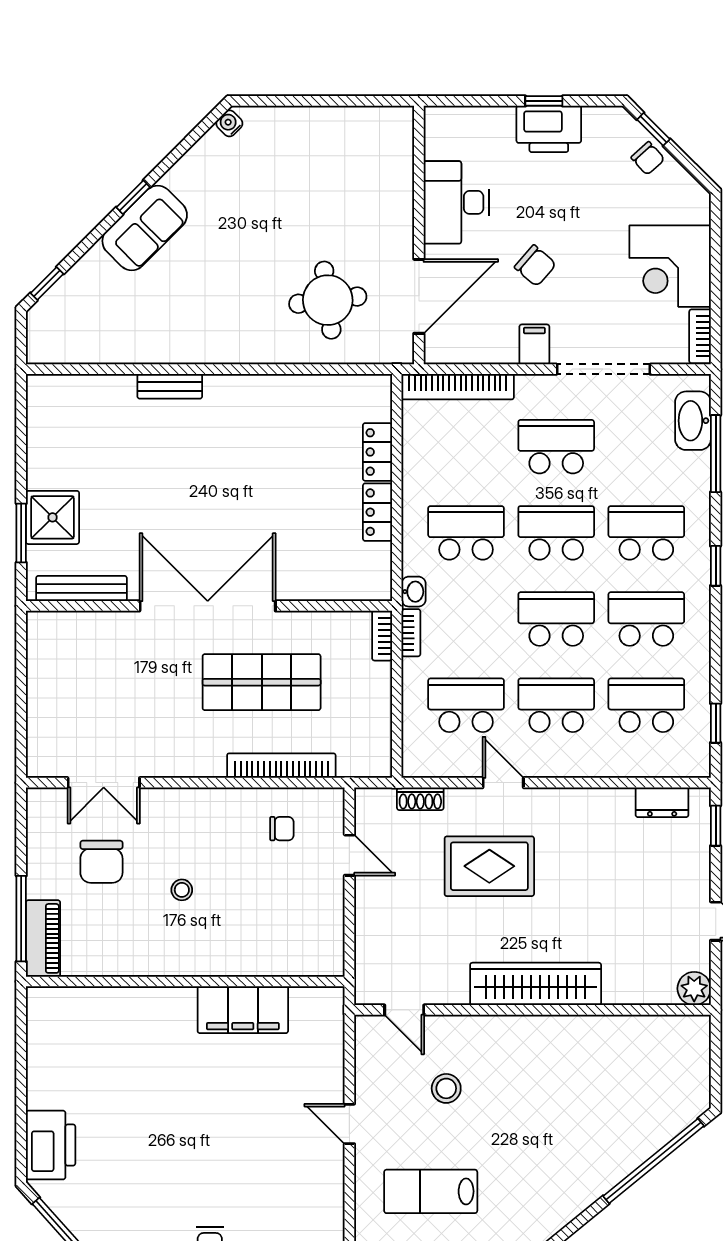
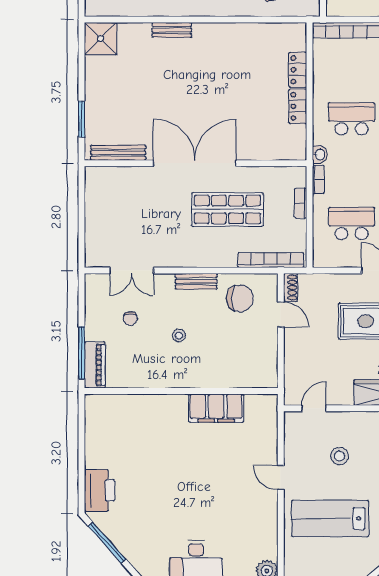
shower: (53, 517) -> (101, 39), moved
bookcase: (382, 636) -> (301, 203), moved
bookcase: (281, 766) -> (271, 260), moved
shoe rack: (420, 799) -> (290, 287), moved, turned -90
bench: (210, 801) -> (196, 281), added
chair: (282, 829) -> (240, 298), width x1.87, depth x1.87
chair: (101, 862) -> (130, 318), width x0.54, depth x0.54
door: (404, 1010) -> (314, 408), swing flipped
lab bench: (431, 1191) -> (330, 518), width x1.36, depth x1.39

